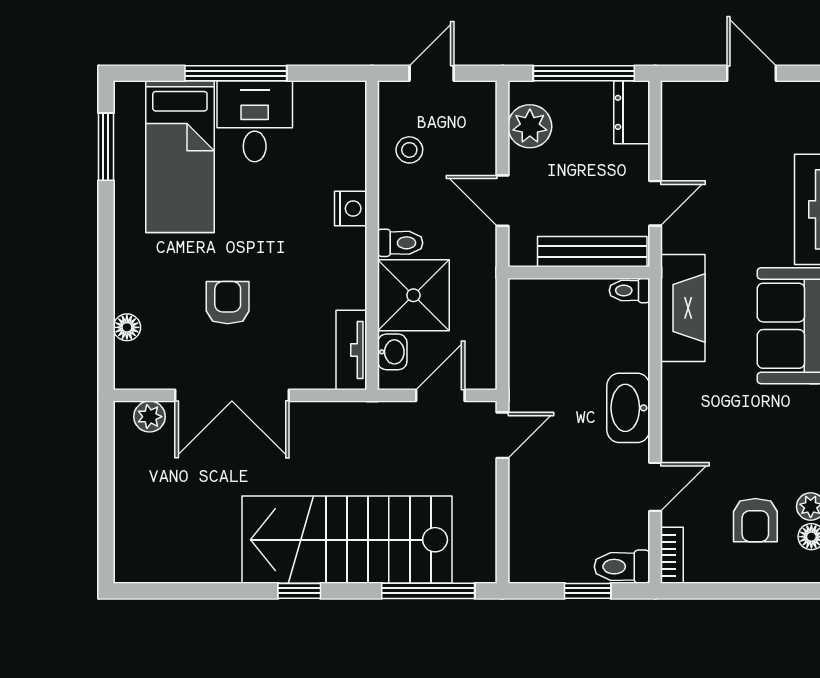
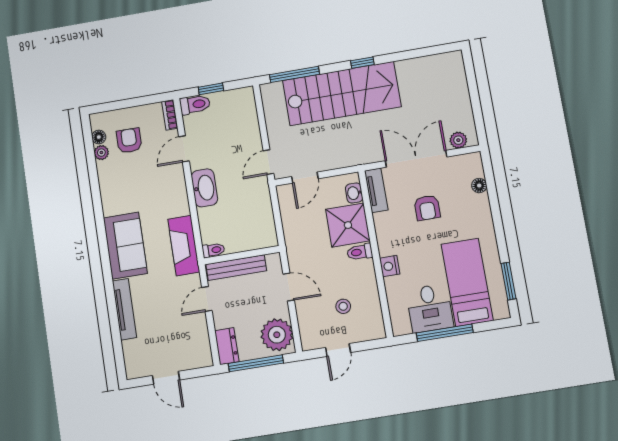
plant: (530, 126) -> (277, 335), width x1.36, depth x1.36
nightstand: (351, 209) -> (390, 266), moved
wall: (372, 235) -> (376, 254), moved
toilet: (400, 243) -> (360, 252), moved
shower: (413, 295) -> (348, 225), moved
tv unit: (351, 350) -> (376, 190), moved
washbasin: (392, 352) -> (354, 193), moved

